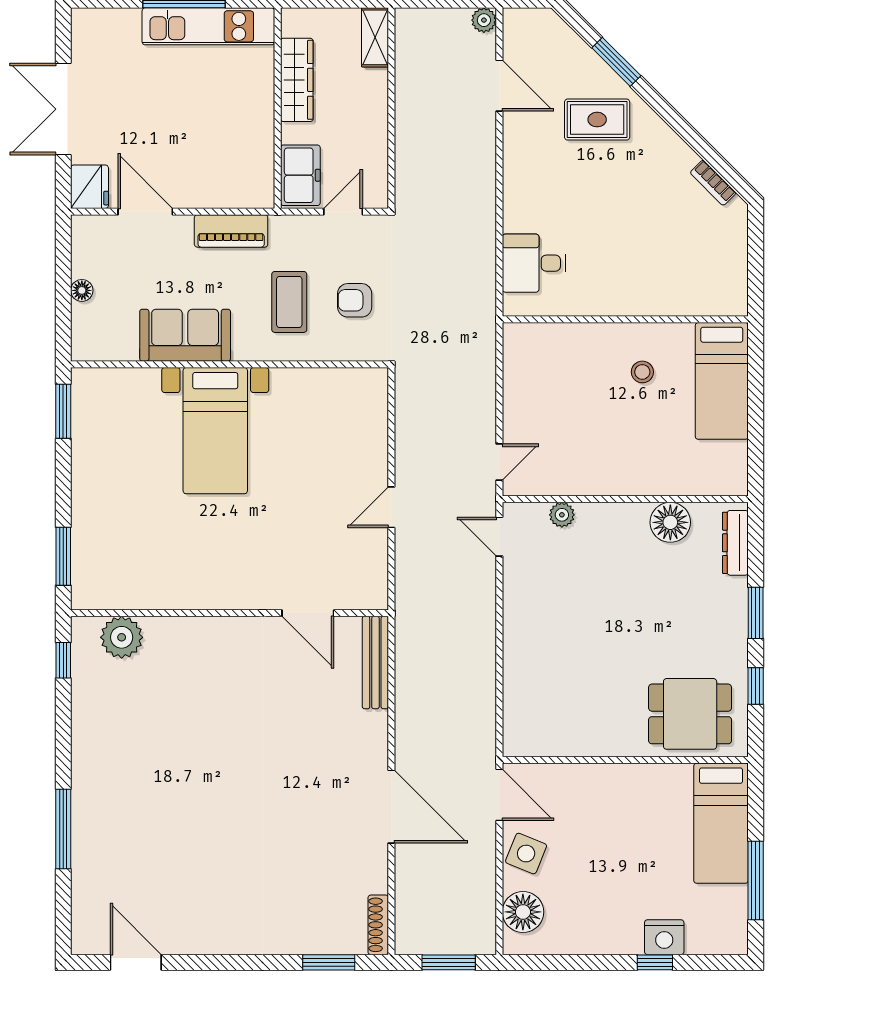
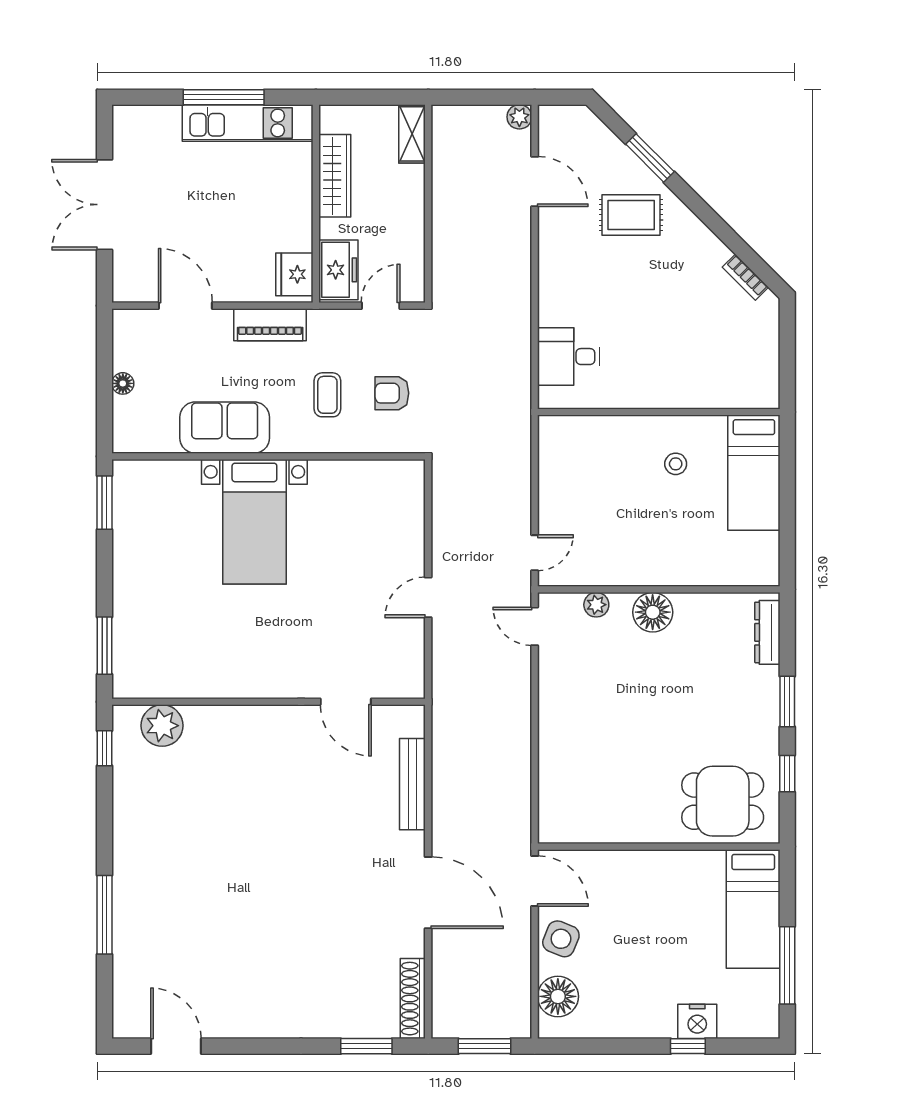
fridge: (90, 187) -> (294, 274), moved, turned 180
coffee table: (289, 302) -> (327, 395), width x0.73, depth x0.77
floor lamp: (670, 522) -> (653, 612), moved
bench: (375, 662) -> (412, 784), moved
shoe rack: (378, 925) -> (413, 999), width x1.36, depth x1.24

